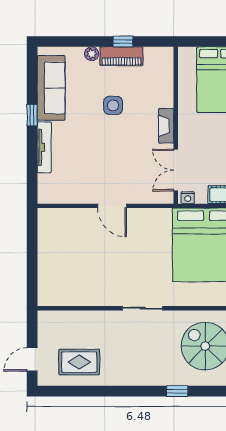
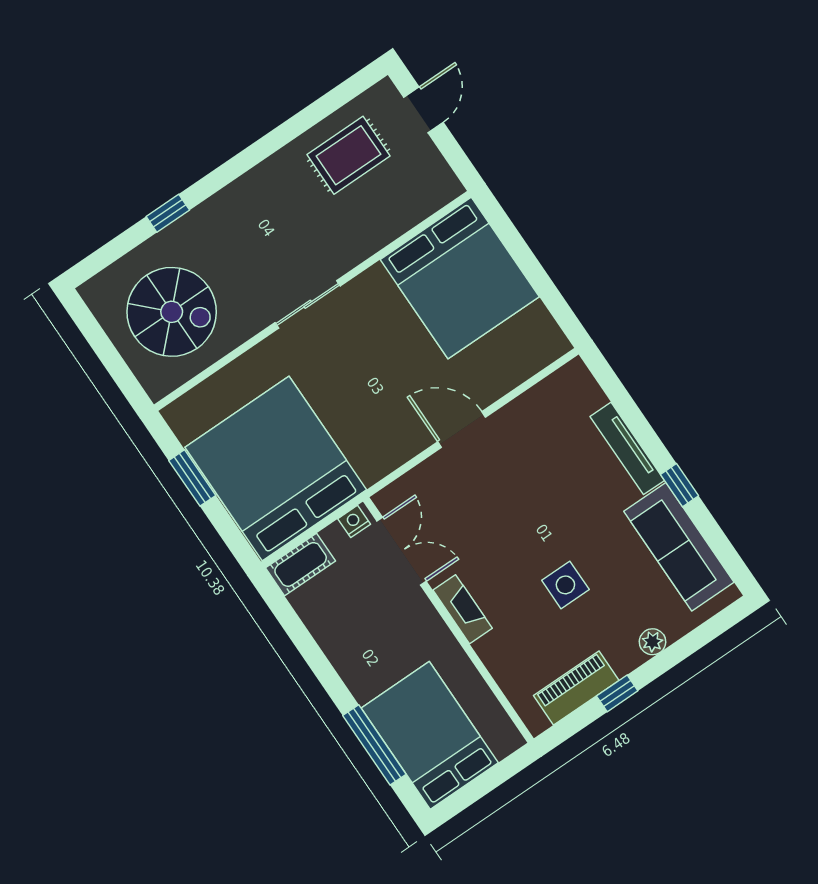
piano: (121, 56) -> (576, 688), moved
bed: (67, 274) -> (460, 278), added

